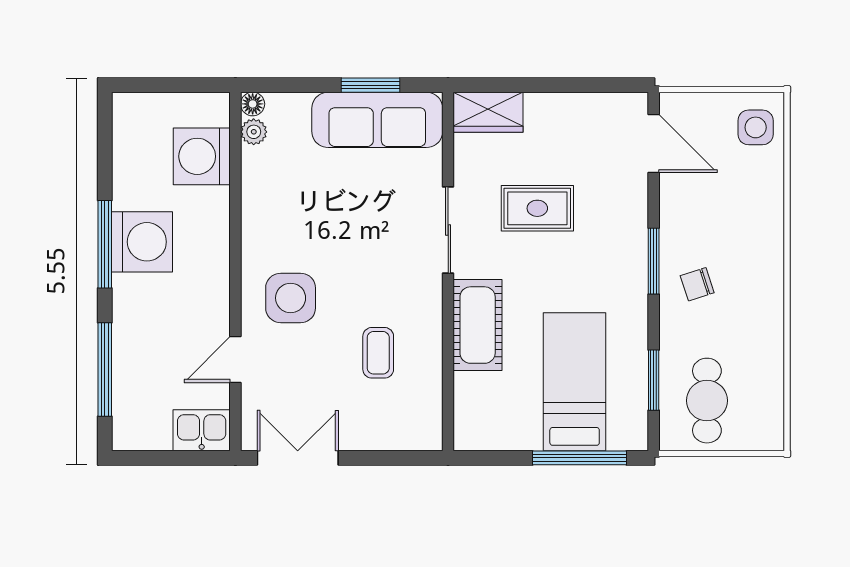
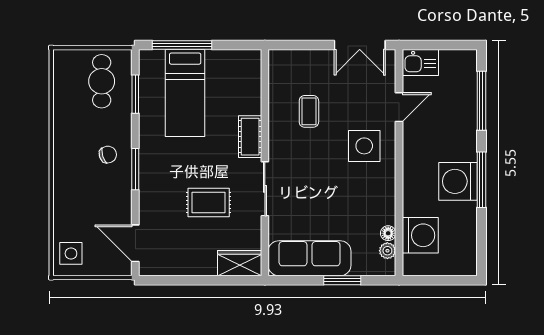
window: (370, 85) -> (342, 280), moved
floor lamp: (253, 104) -> (388, 233), moved
cot: (478, 325) -> (250, 137), width x0.73, depth x0.75

